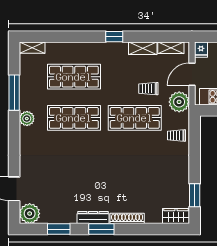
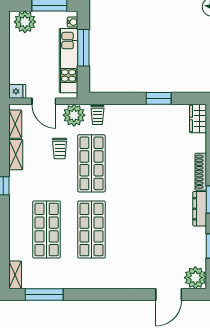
window: (14, 93) -> (44, 295), moved
plant: (27, 119) -> (92, 281), removed
trolley: (176, 135) -> (97, 115), moved
window: (195, 195) -> (159, 98), moved

